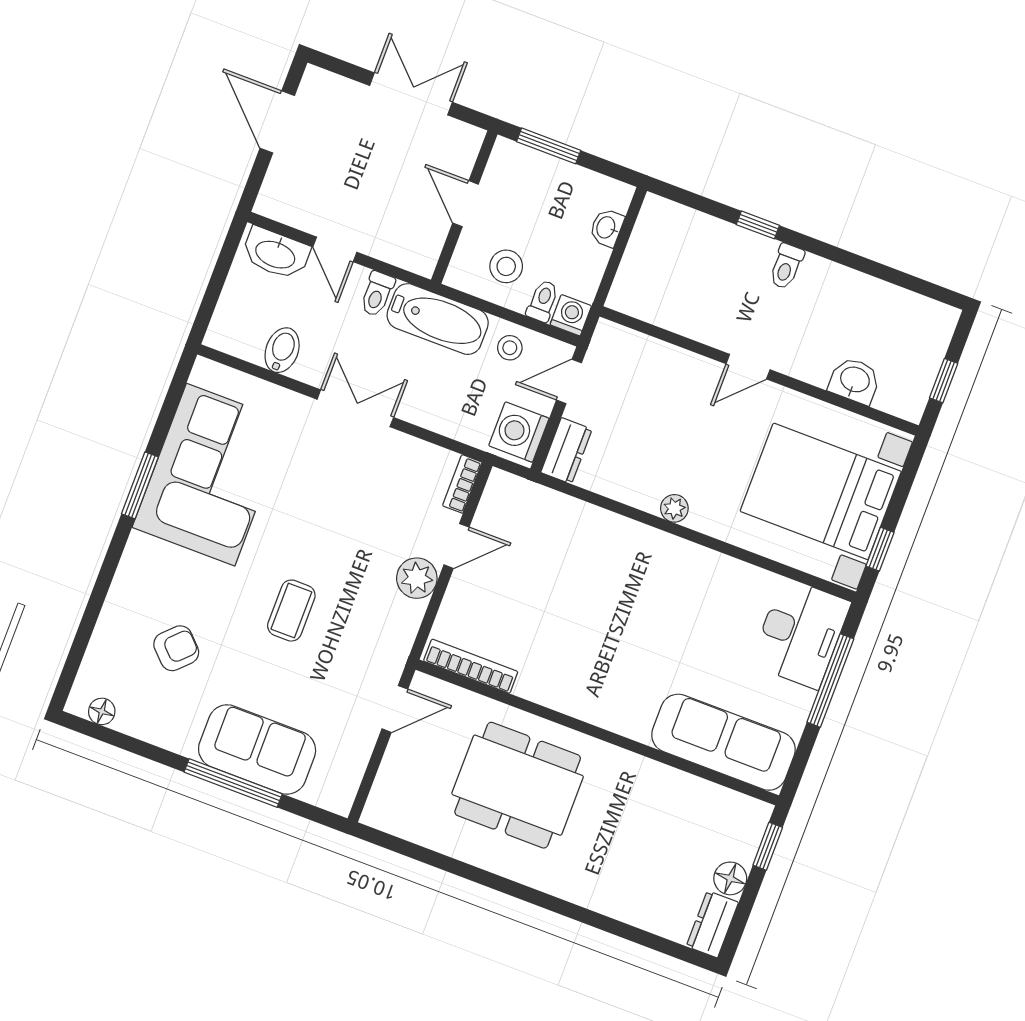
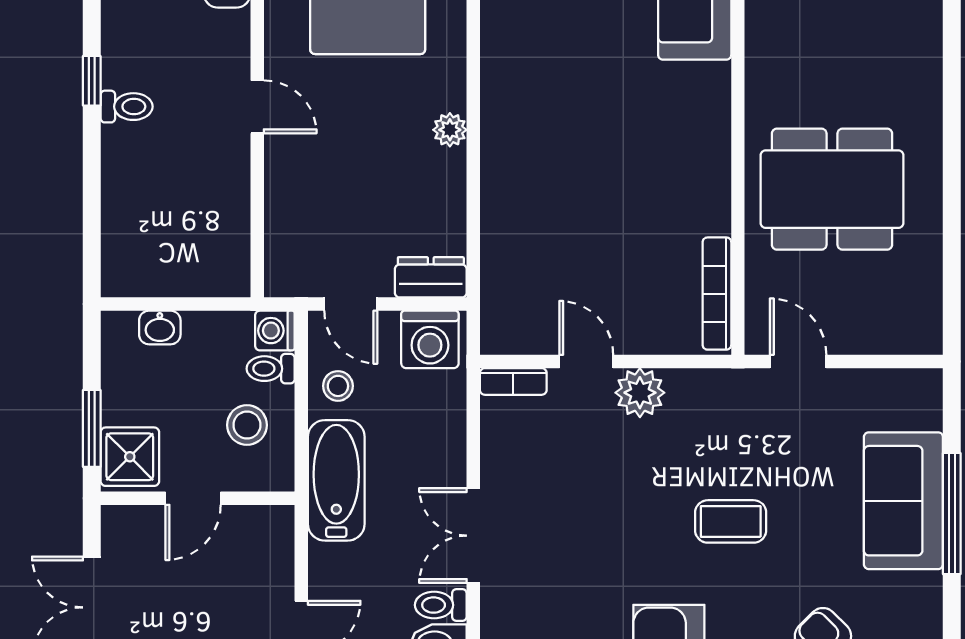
shower: (516, 167) -> (130, 457), added
window: (758, 225) -> (92, 81), moved
toilet: (377, 294) -> (441, 605), moved, turned 180
dining table: (518, 785) -> (832, 189), turned 90

